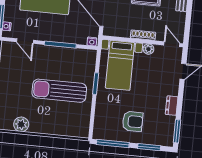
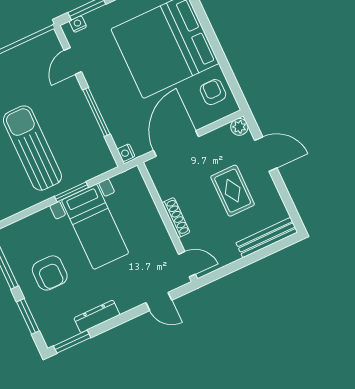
door: (172, 44) -> (187, 264), hinge flipped
plant: (148, 49) -> (161, 236), removed
bed with nightstands: (120, 65) -> (95, 227), moved, turned -90
dresser: (172, 106) -> (97, 316), width x1.44

